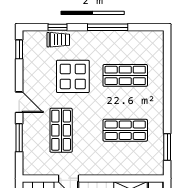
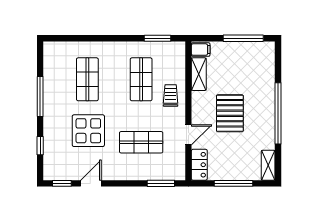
trolley: (58, 40) -> (171, 95), moved
door: (19, 102) -> (91, 183), moved
window: (19, 138) -> (161, 183), moved

